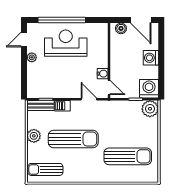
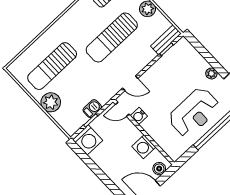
washing machine: (151, 58) -> (144, 147), moved, turned 180
barbecue: (63, 106) -> (92, 109), moved
plant: (150, 109) -> (51, 102), moved

